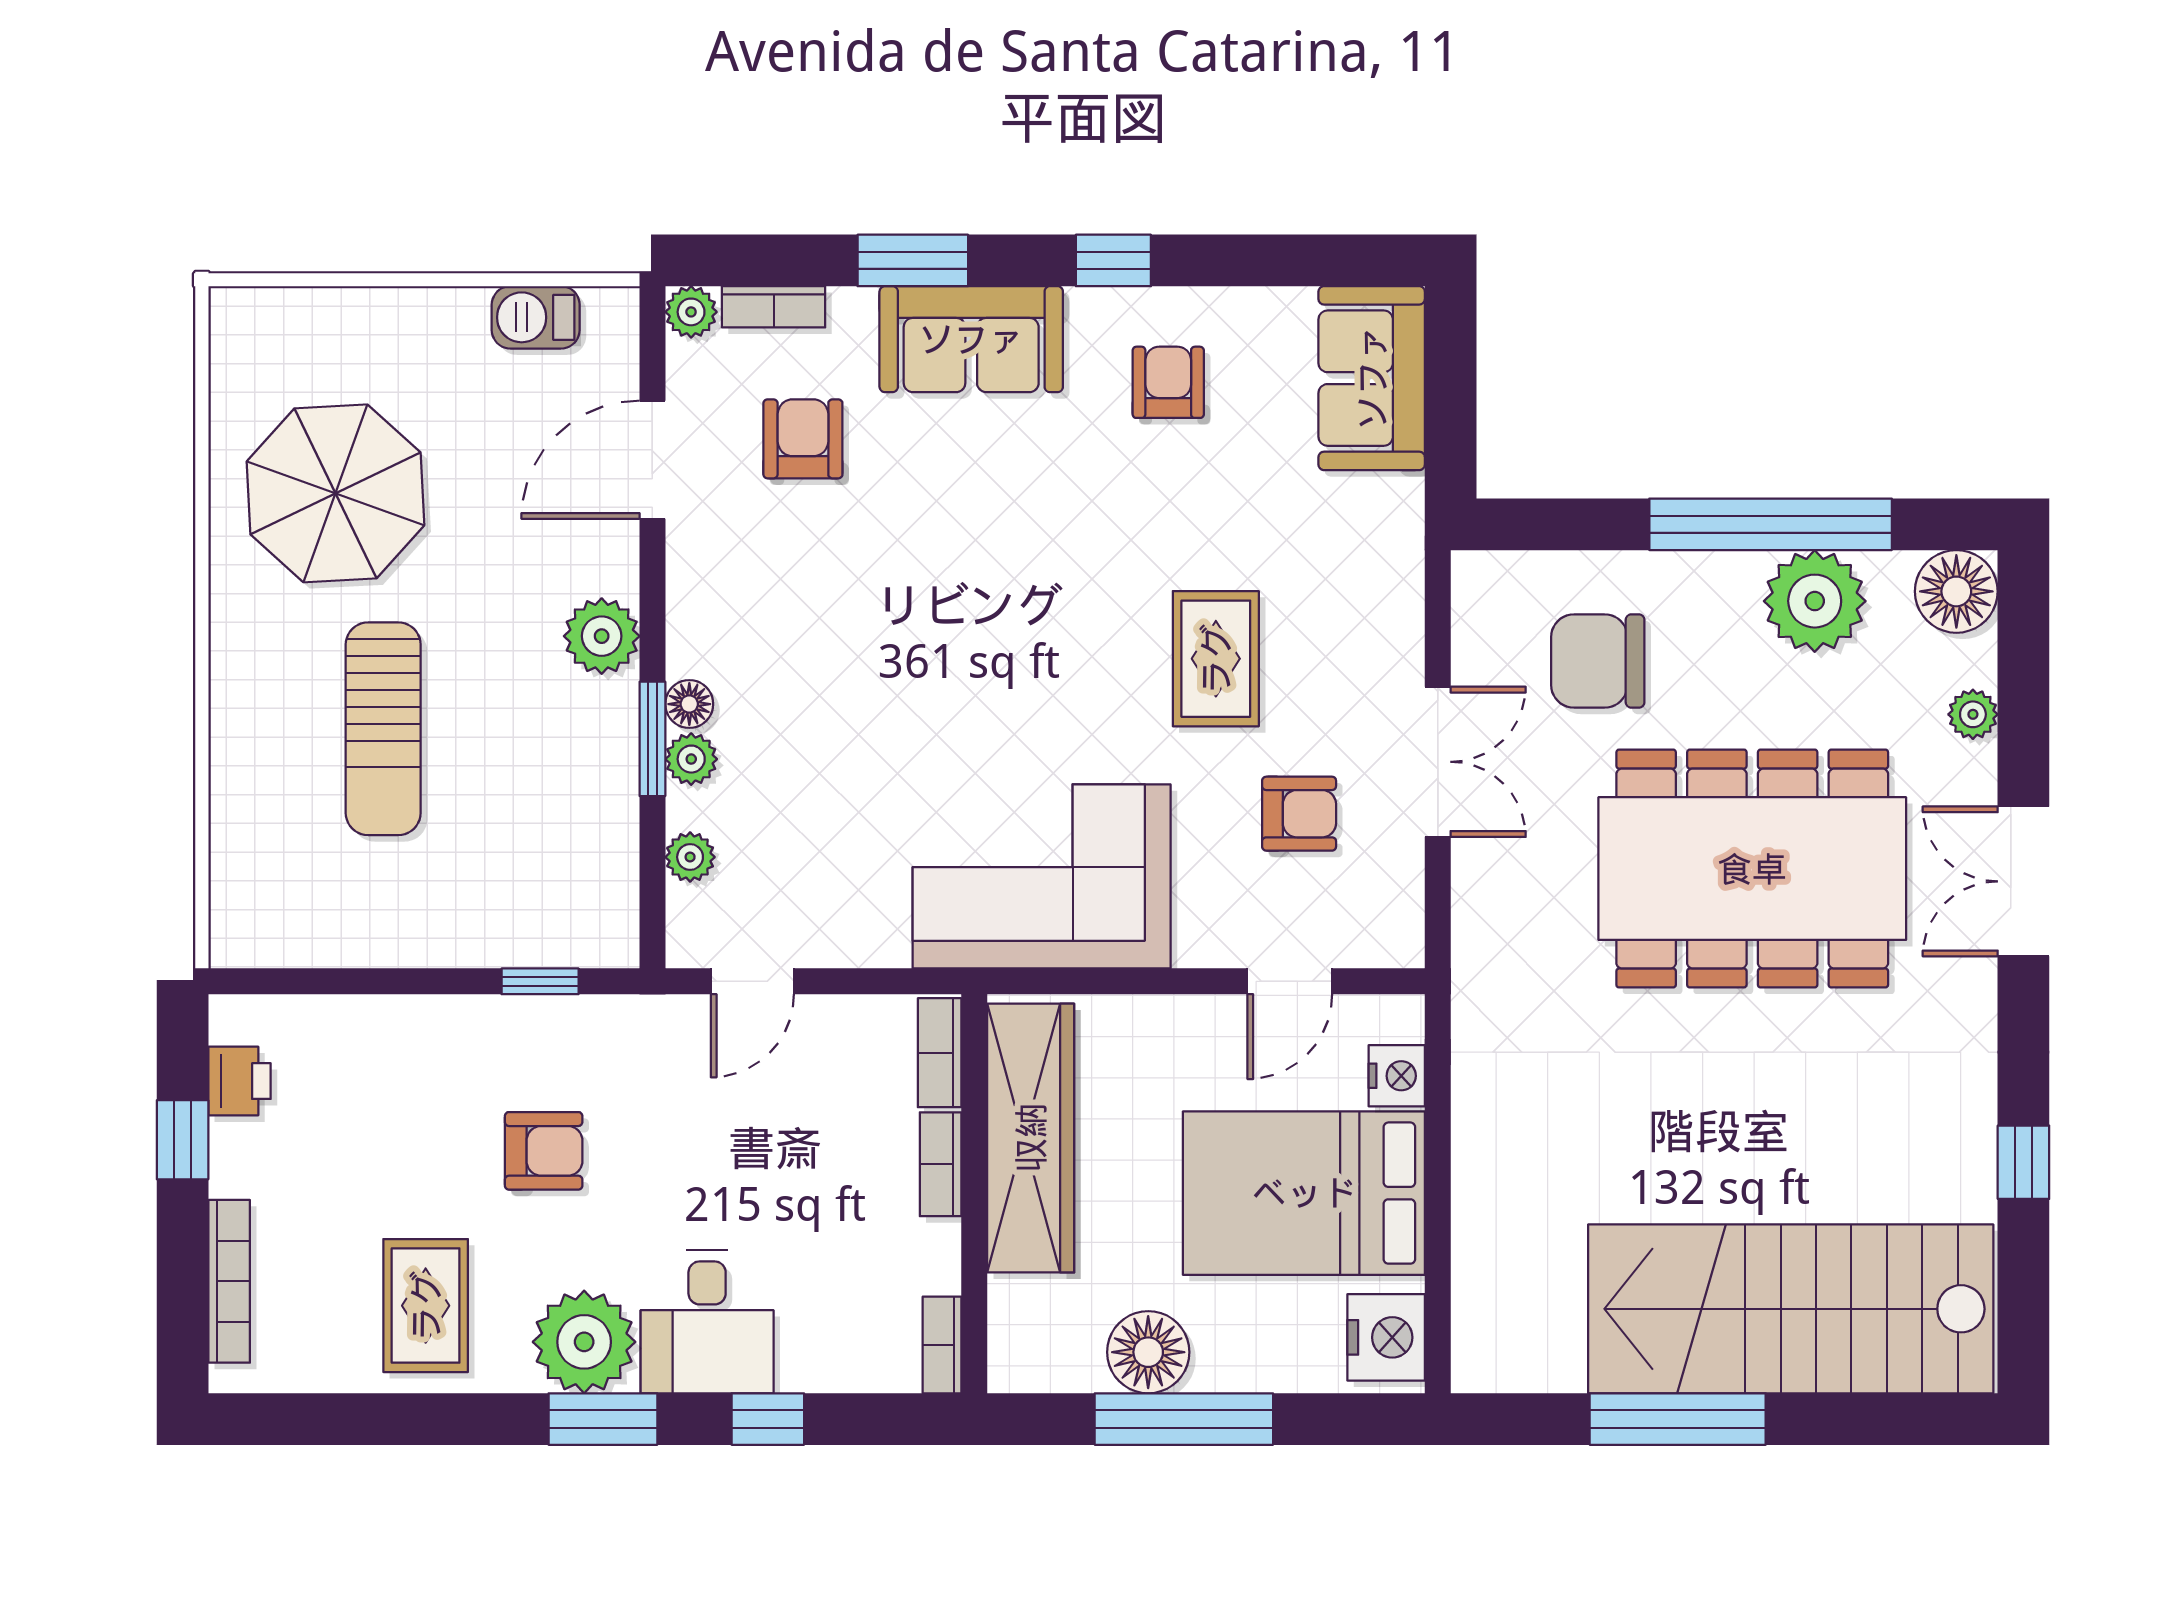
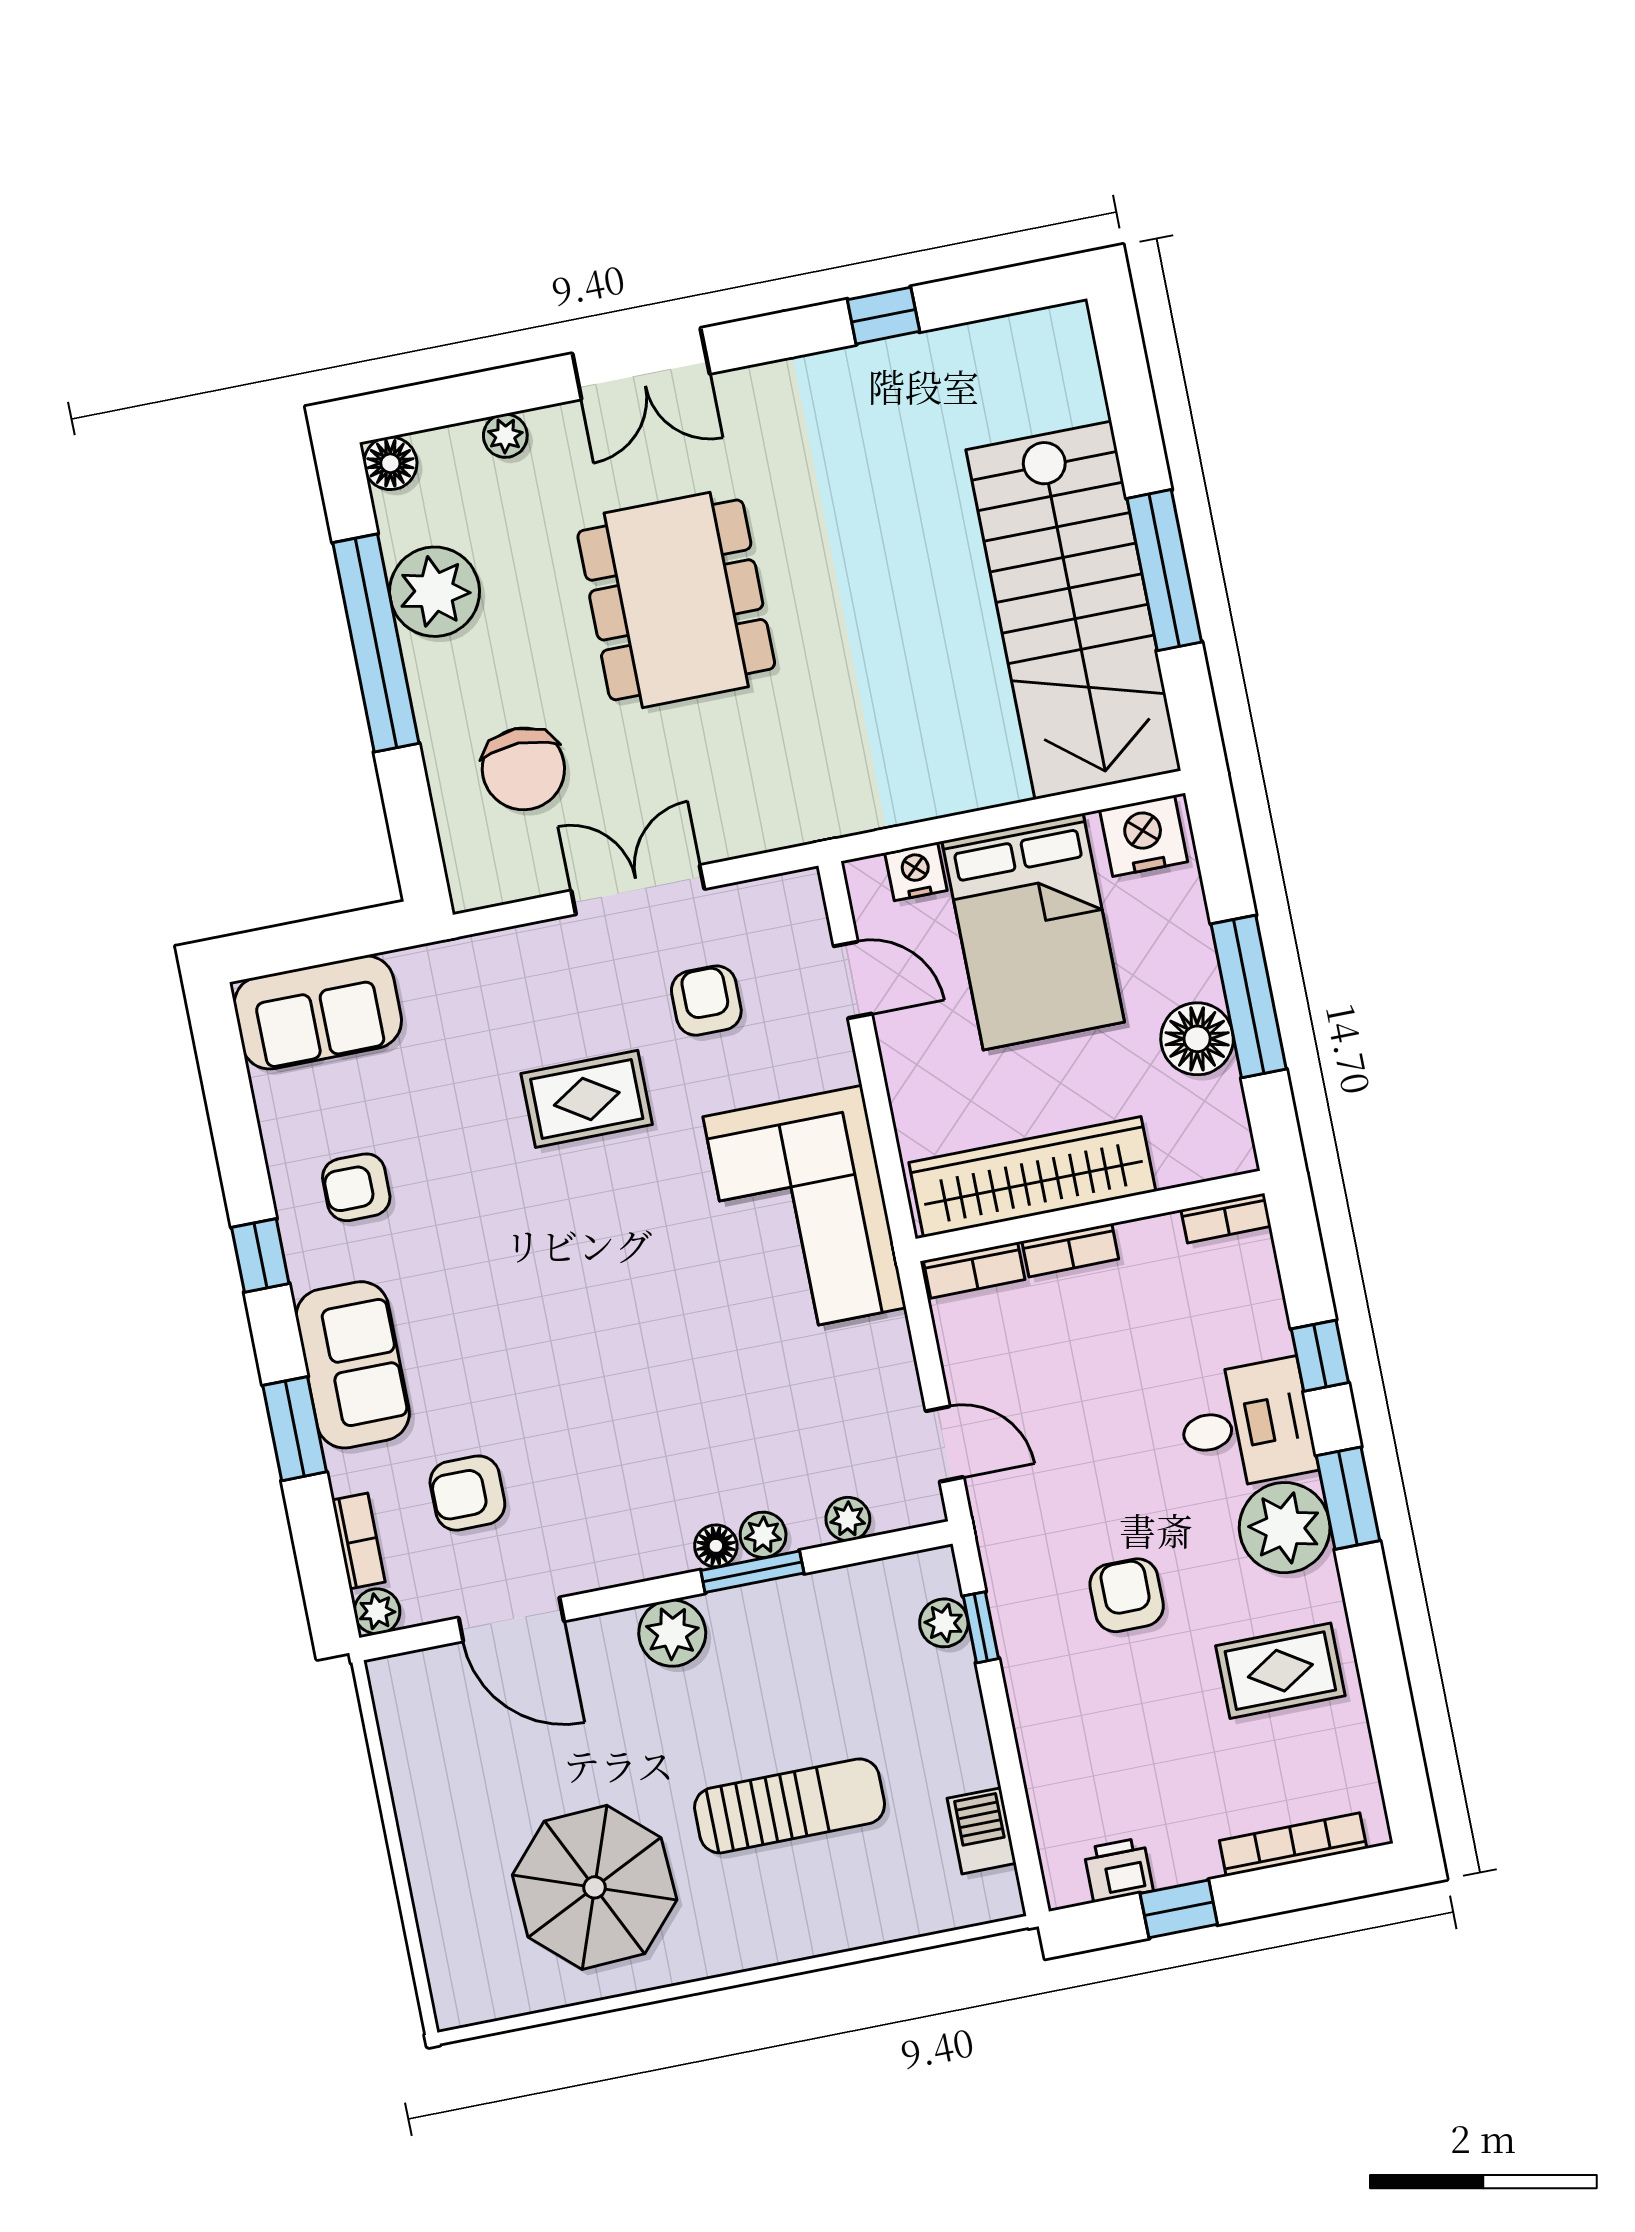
barbecue: (536, 317) -> (982, 1831), moved, turned 180
floor lamp: (1956, 591) -> (390, 463), width x0.73, depth x0.73
dining table: (1752, 869) -> (676, 600), width x0.73, depth x0.80
plant: (553, 941) -> (944, 1623), added
stairs: (1791, 1309) -> (1073, 610), moved

